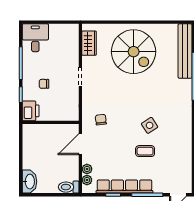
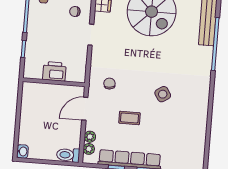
chair: (44, 84) -> (75, 12), moved
printer: (31, 111) -> (54, 71), moved, turned -90
coffee table: (145, 151) -> (129, 118), moved
washbasin: (29, 182) -> (22, 151), width x0.52, depth x0.69

